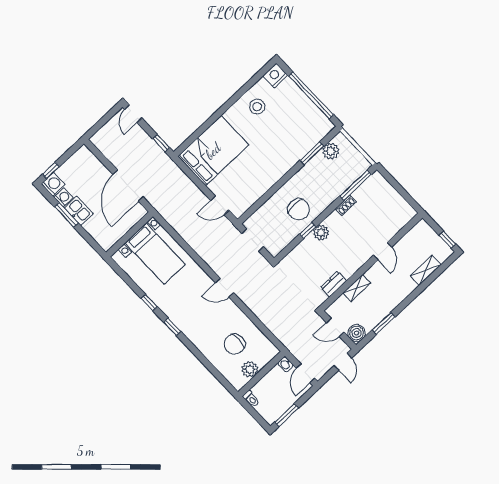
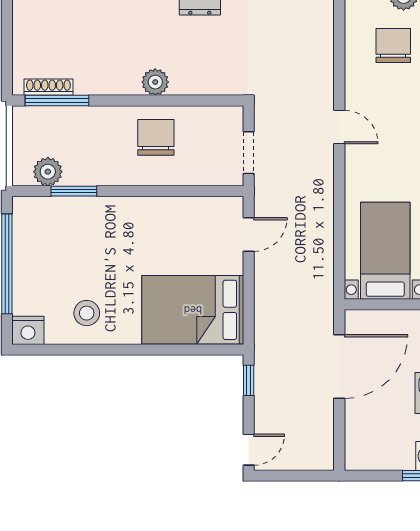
door: (220, 205) -> (249, 235), hinge flipped
shoe rack: (346, 205) -> (48, 87), moved, width x1.43
window: (308, 230) -> (169, 100), removed
chair: (234, 344) -> (393, 45), turned -90

